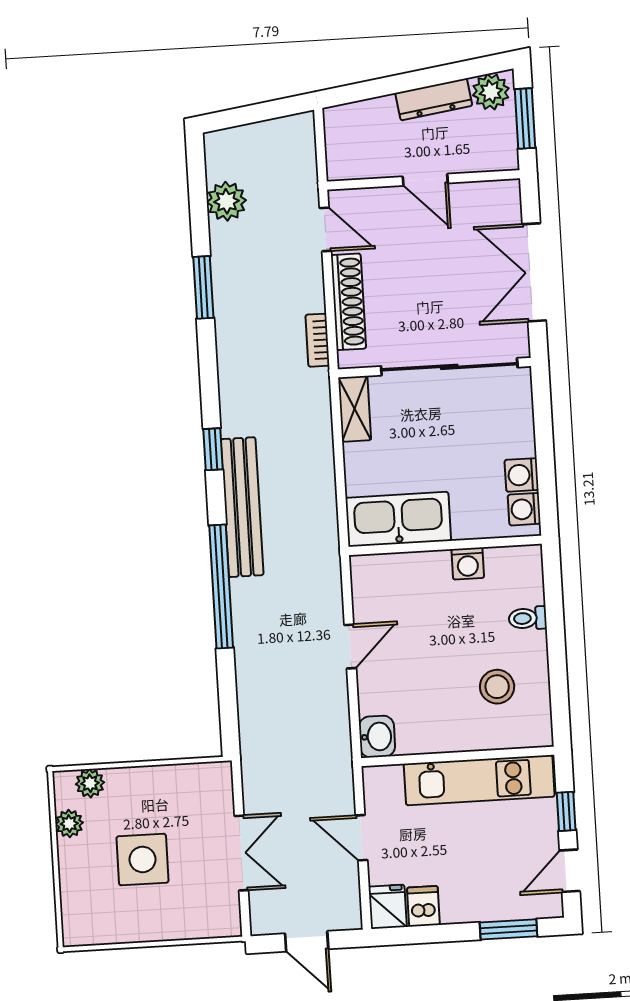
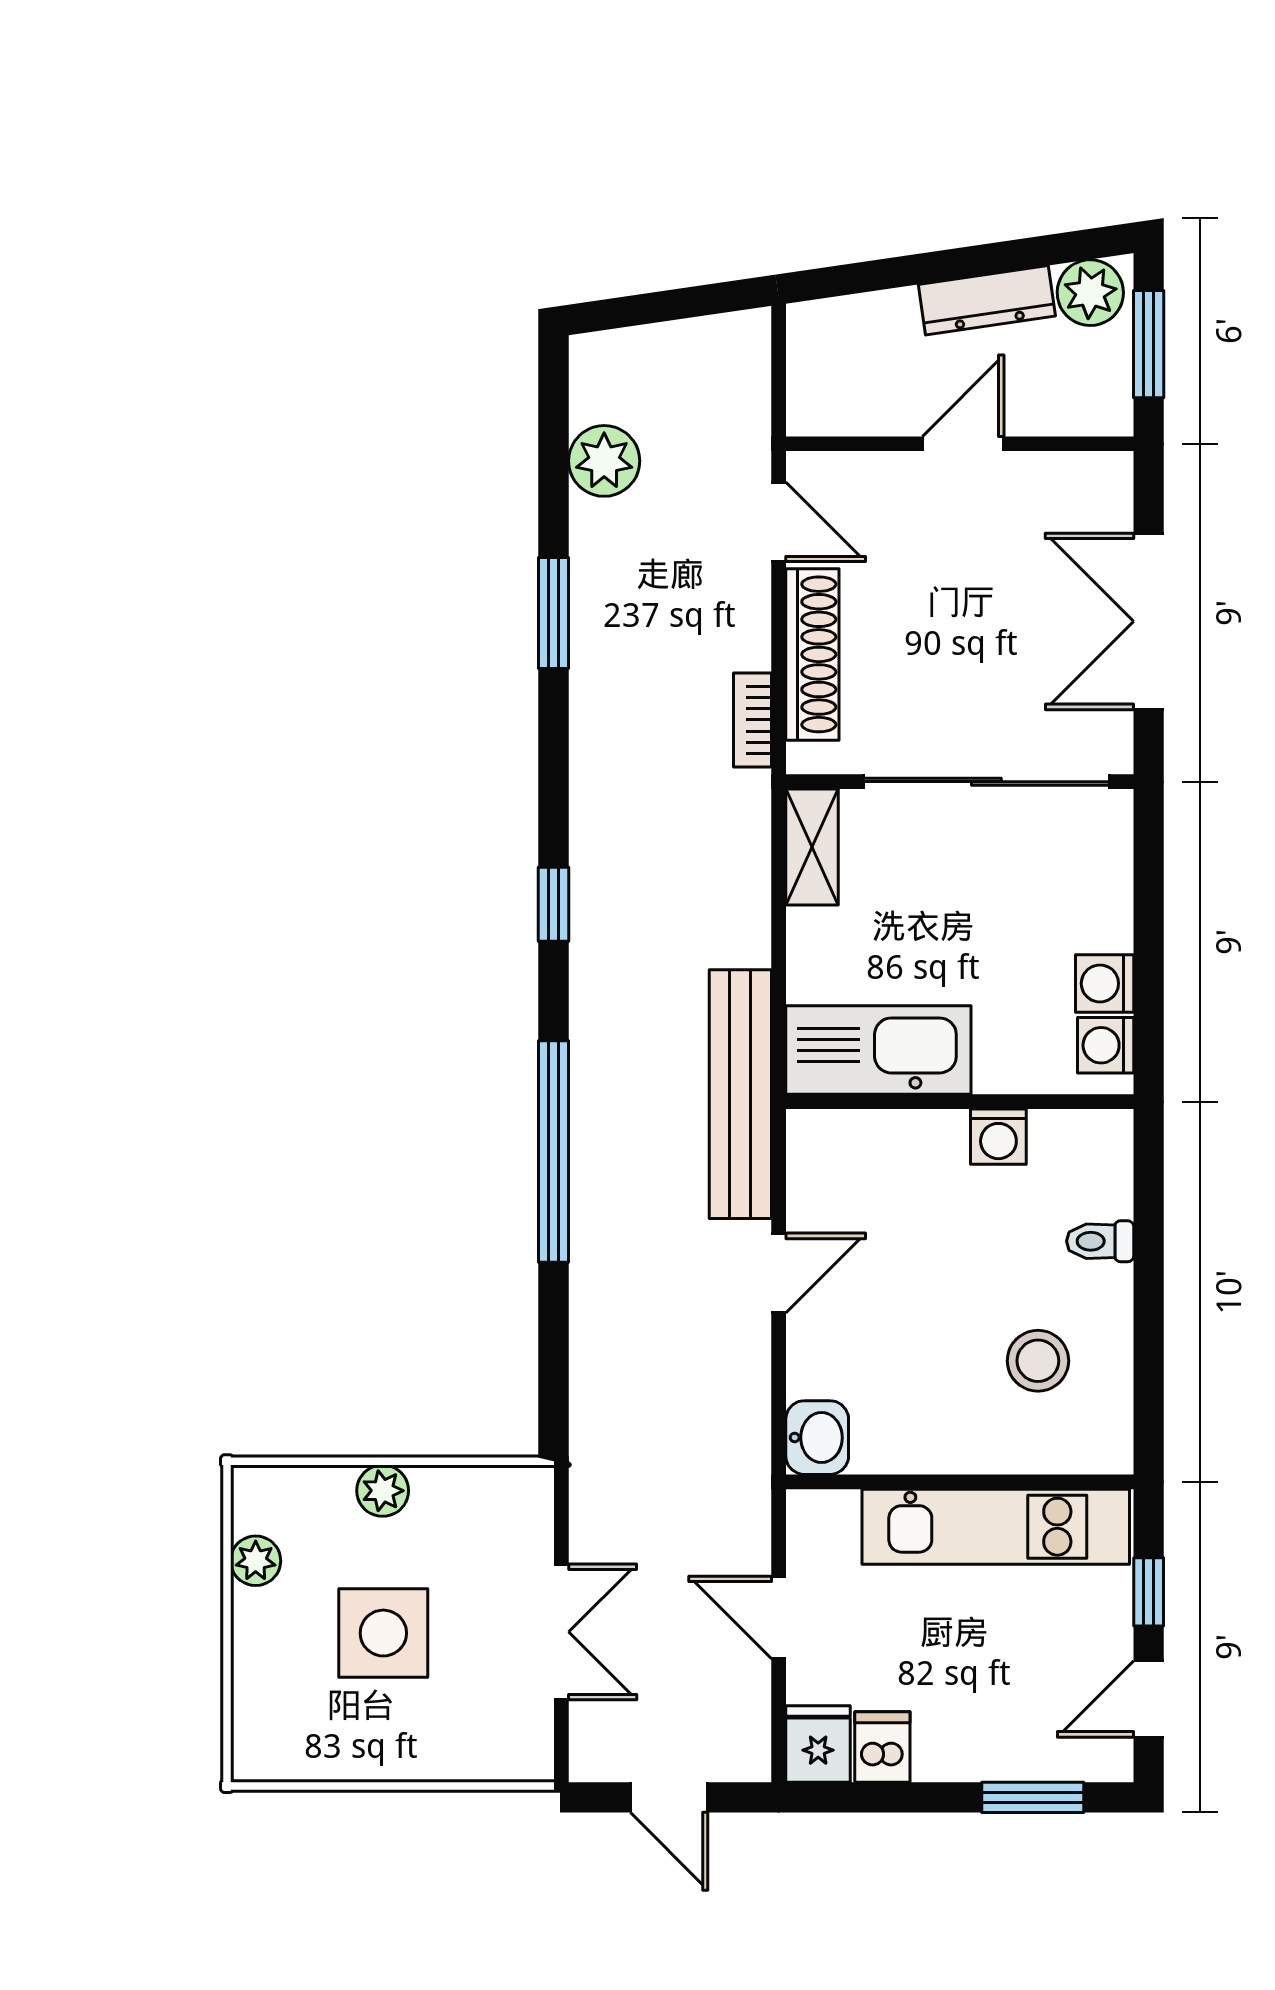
door: (425, 180) -> (963, 444), swing flipped
bench: (242, 507) -> (740, 1094), moved
plant: (90, 783) -> (383, 1491), moved

